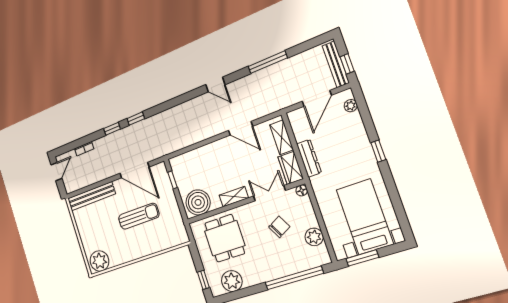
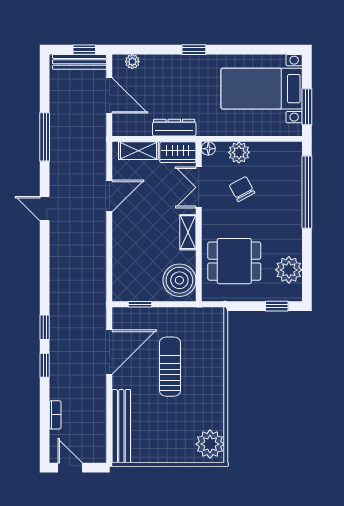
door: (215, 85) -> (45, 209), swing flipped
plant: (314, 237) -> (239, 152), moved

